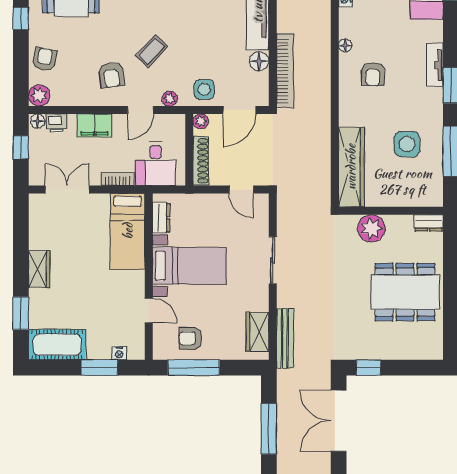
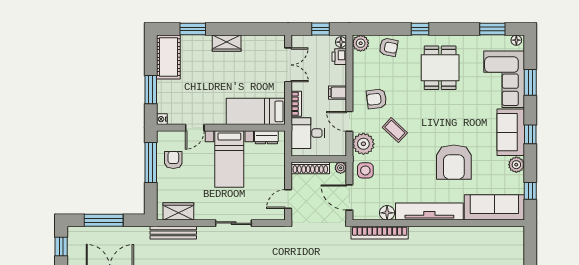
plant: (170, 99) -> (363, 144), width x1.87, depth x1.87
filing cabinet: (95, 125) -> (338, 93), width x0.50
nightstand: (119, 353) -> (162, 119), moved

